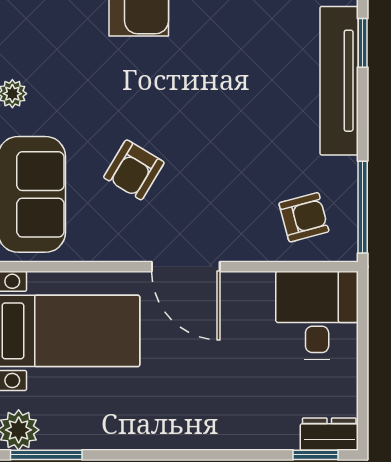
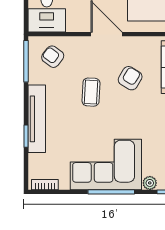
coffee table: (220, 139) -> (91, 92), added
armchair: (304, 217) -> (53, 57), turned 52

